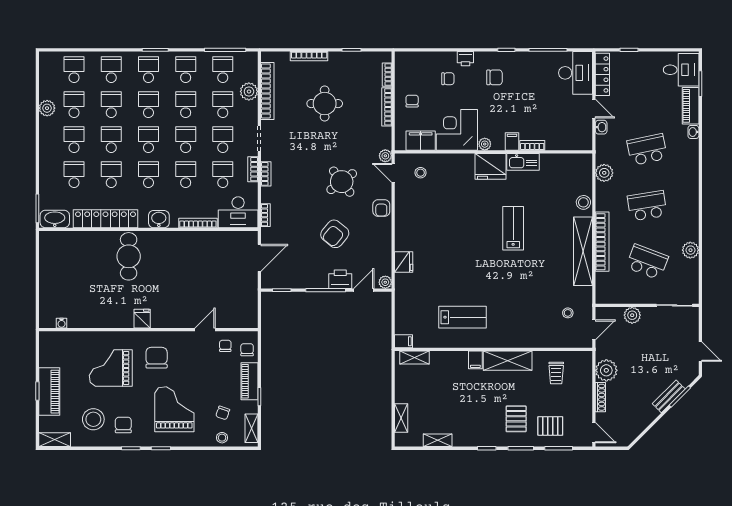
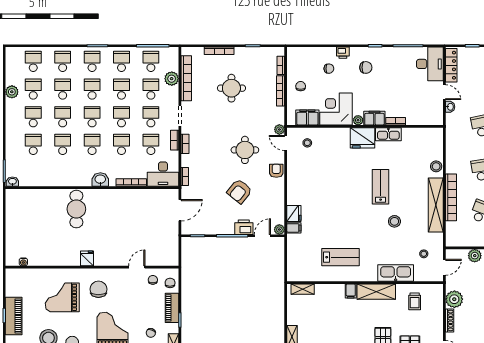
filing cabinet: (512, 141) -> (374, 118), width x2.00
plant: (604, 173) -> (453, 143), removed
round table: (342, 182) -> (245, 150), turned 37
armchair: (381, 208) -> (276, 171), turned 180
washbasin: (55, 219) -> (12, 182), width x0.52, depth x0.69
locker: (105, 219) -> (58, 179), removed
stool: (531, 272) -> (394, 221), added
kitchen sink: (532, 337) -> (396, 273), added
filing cabinet: (404, 341) -> (294, 228), moved

